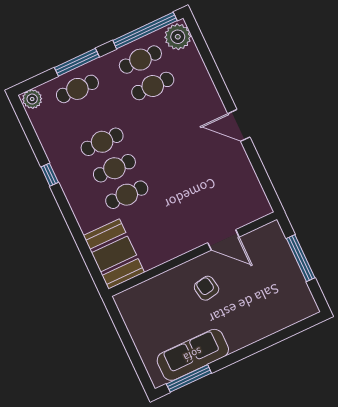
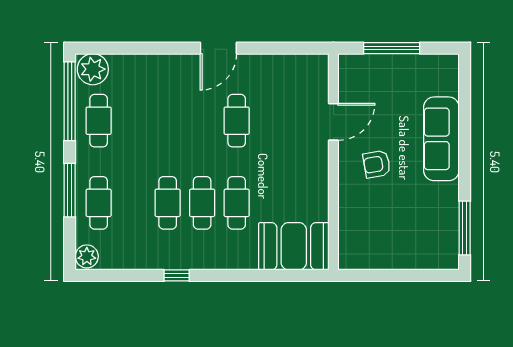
cafe table: (153, 86) -> (237, 121), moved
sofa: (193, 355) -> (441, 139), moved

